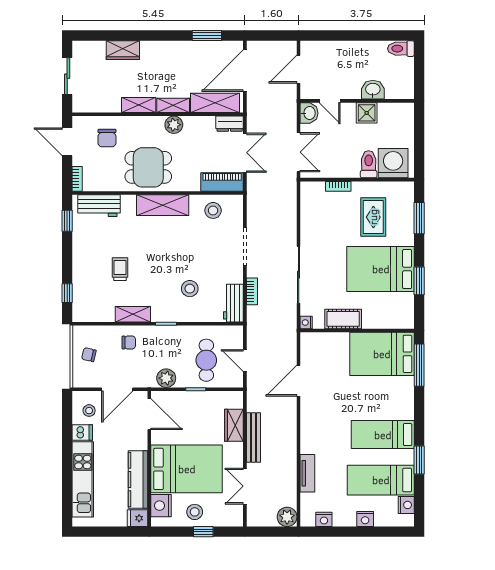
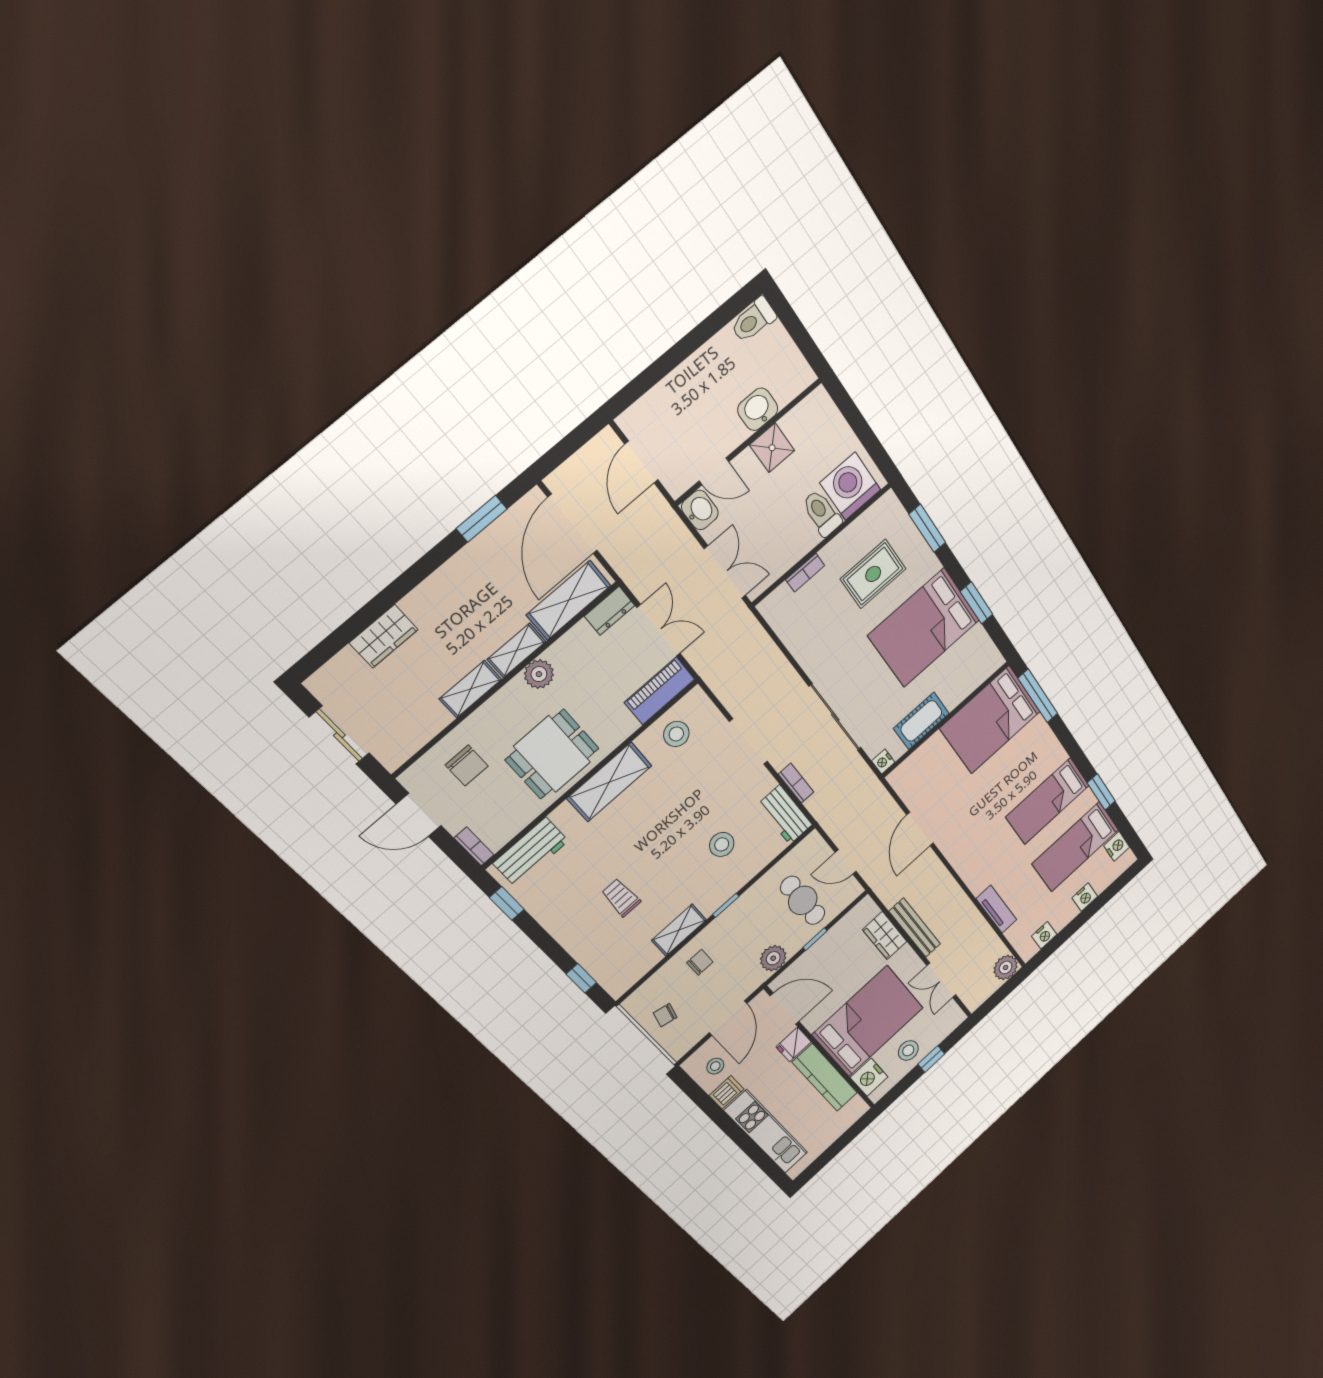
rug: (373, 217) -> (873, 574), turned 90
fridge: (138, 518) -> (794, 1044), moved

